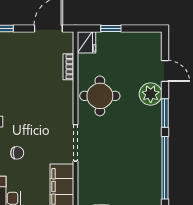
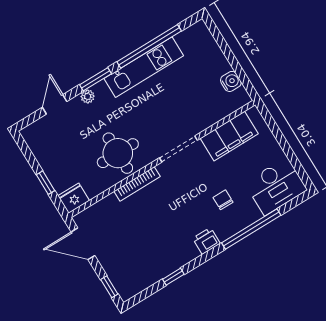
bookcase: (68, 67) -> (137, 184), moved, width x1.56
plant: (151, 94) -> (88, 96), width x0.53, depth x0.53
kitchen unit: (152, 154) -> (144, 67), added

